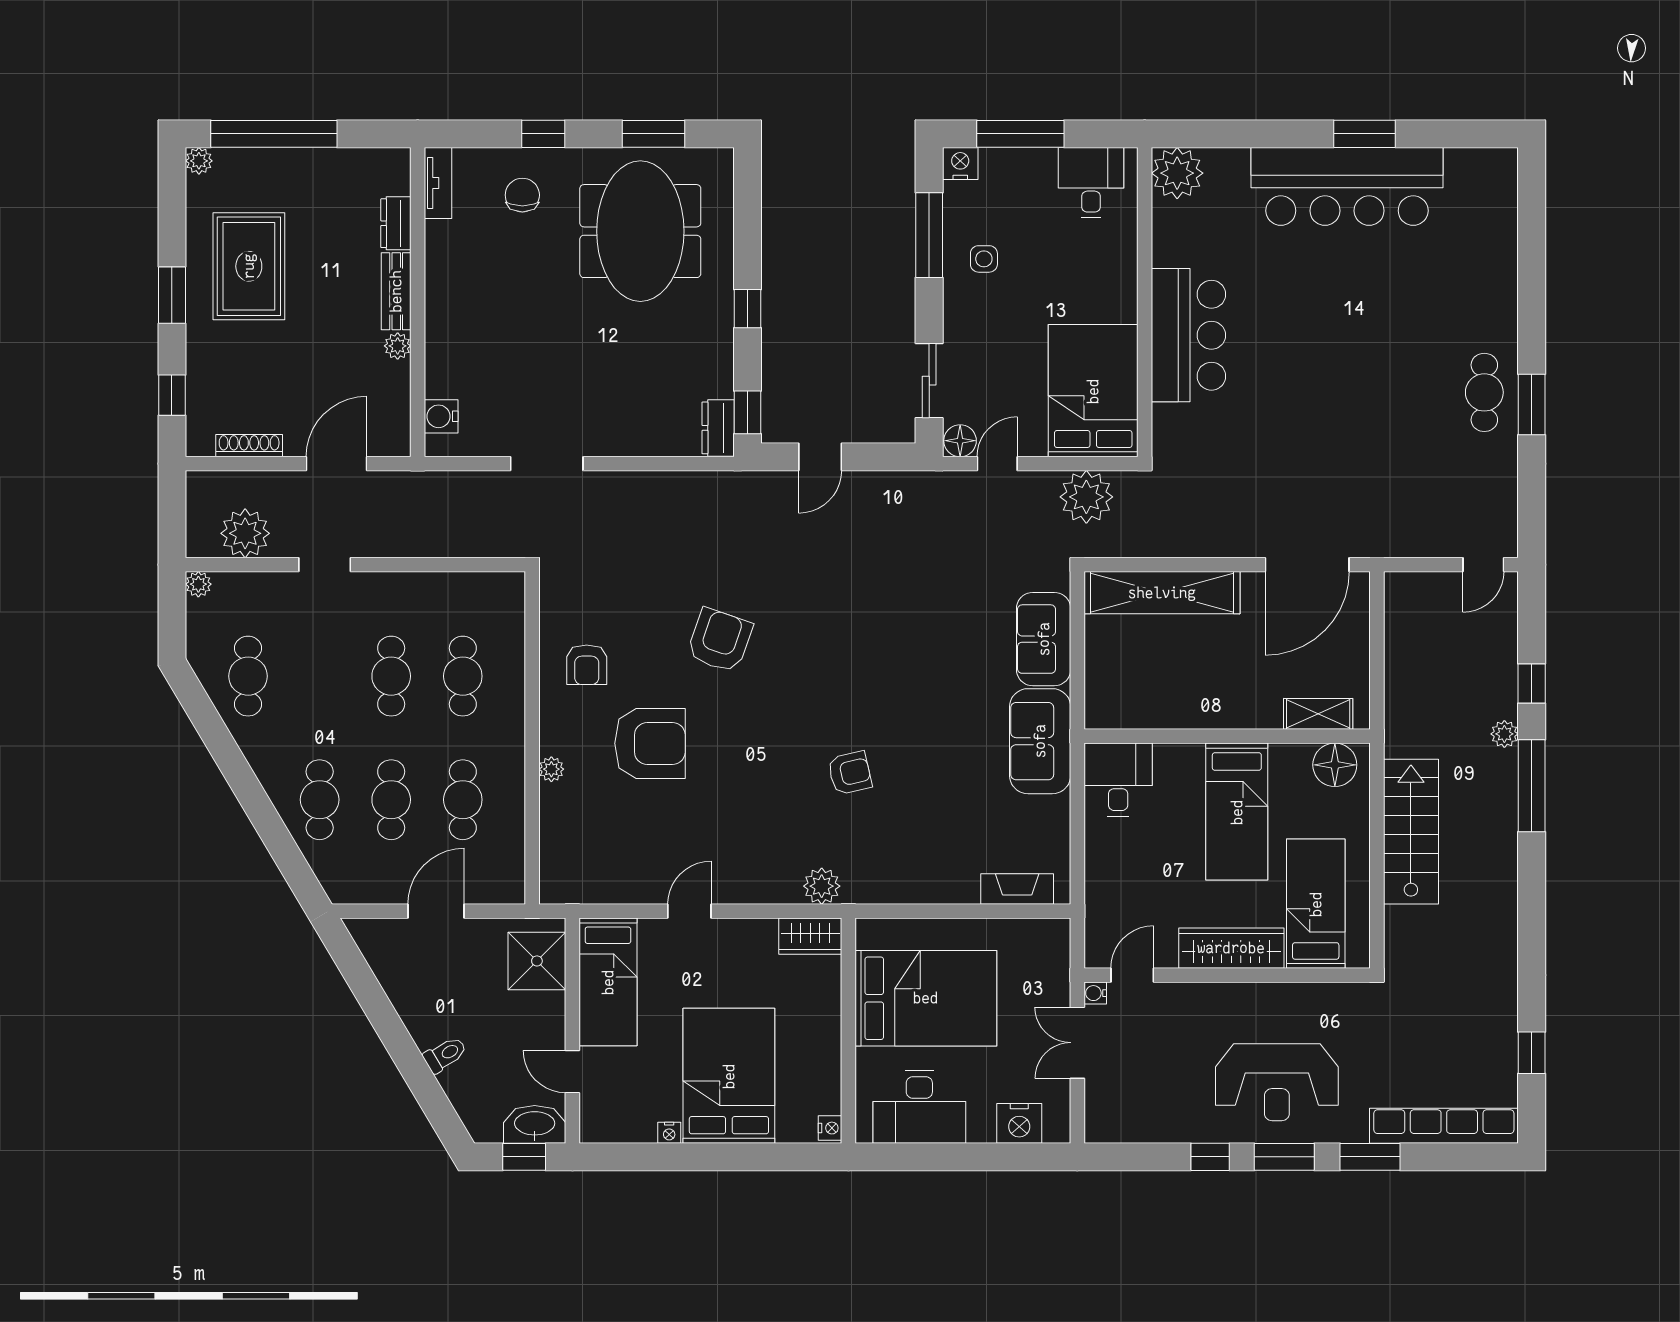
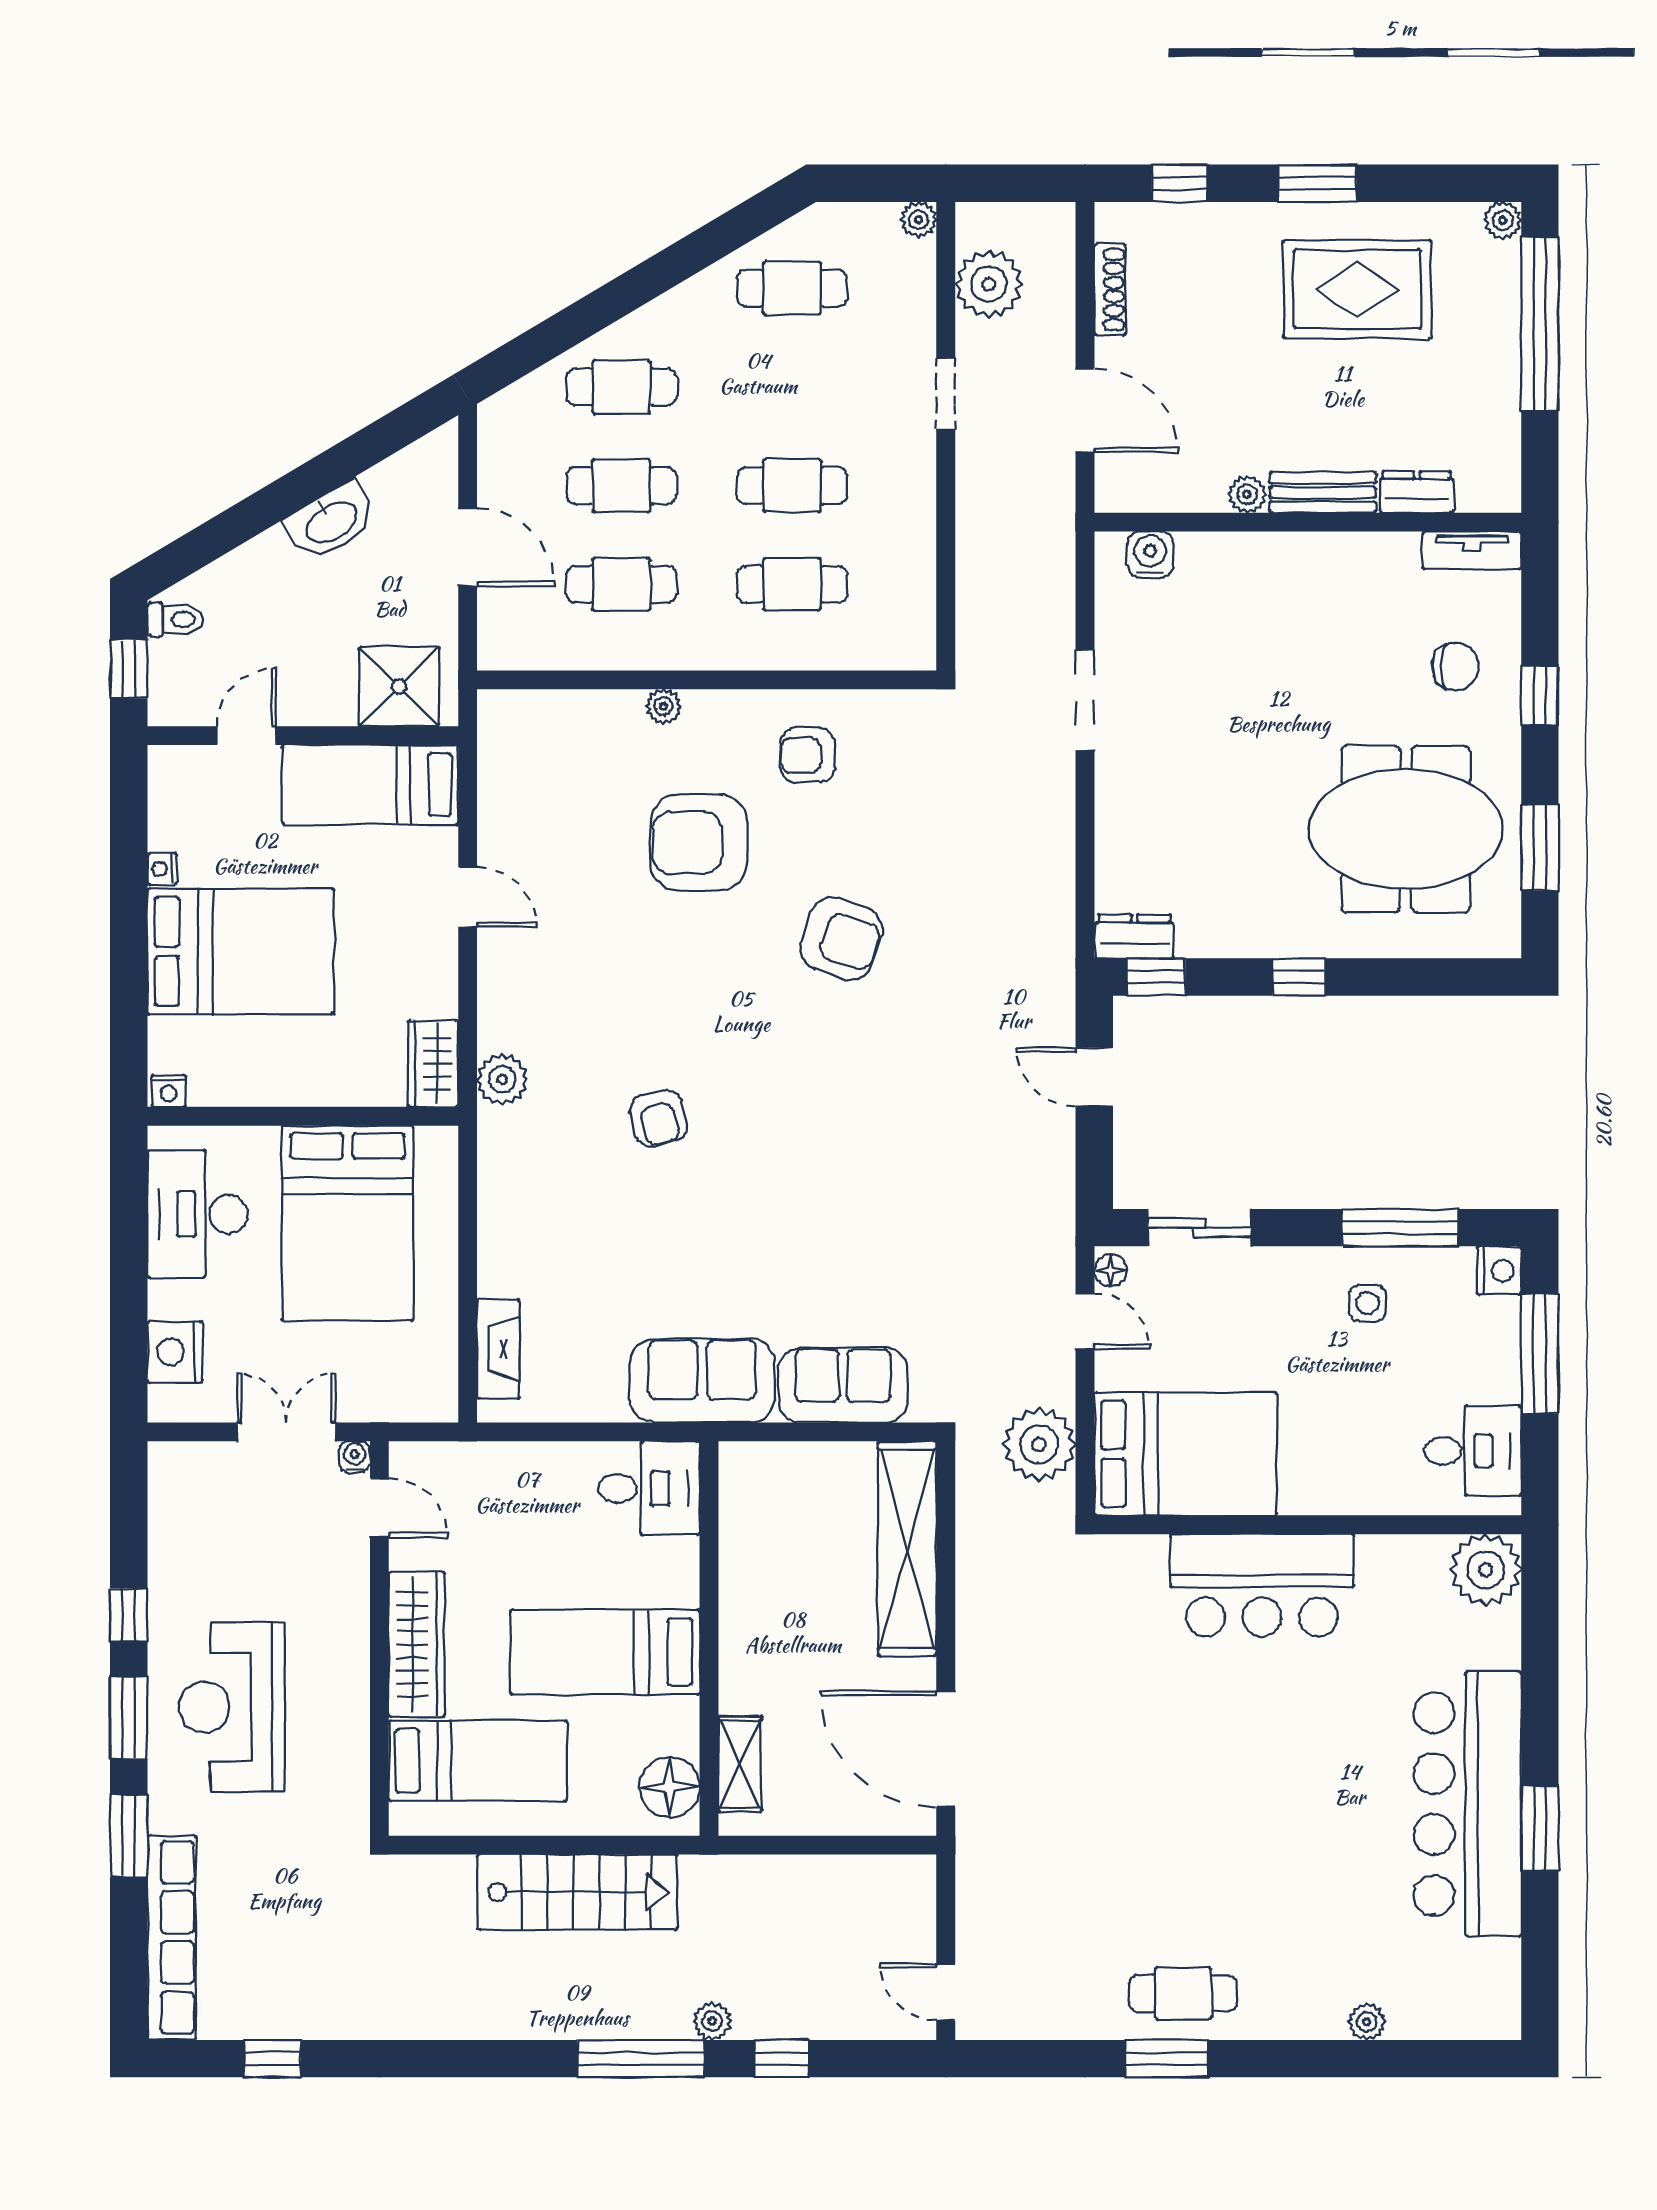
plant: (1505, 259) -> (1367, 2022), added
floor lamp: (960, 441) -> (1111, 1270), width x0.73, depth x0.73
armchair: (650, 743) -> (699, 843), turned 90
toilet: (445, 1055) -> (175, 620), moved, turned -59
washbasin: (535, 1124) -> (331, 521), moved, turned 59

